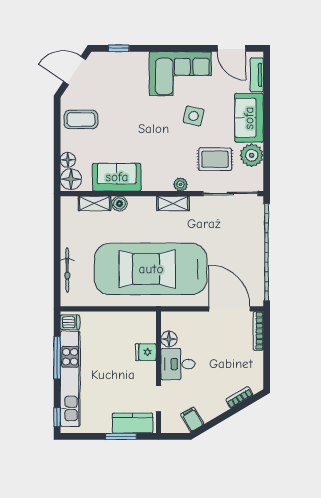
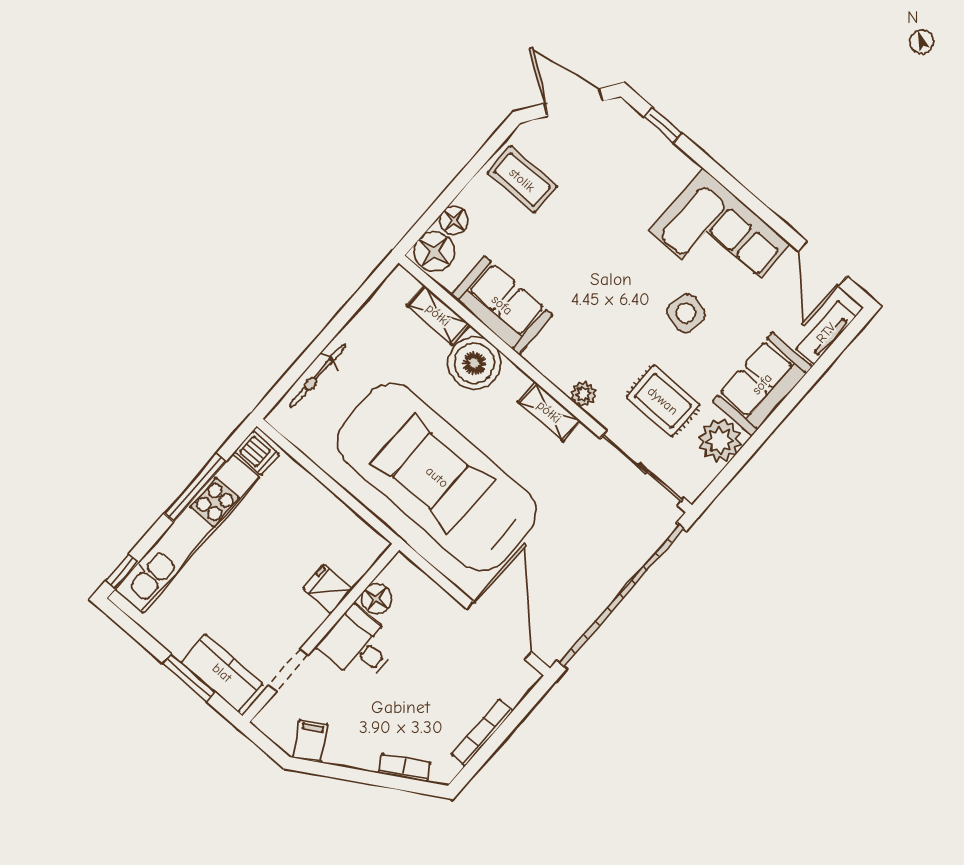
boiler: (119, 204) -> (474, 363), width x1.86, depth x1.86
bookcase: (258, 331) -> (482, 733), moved

